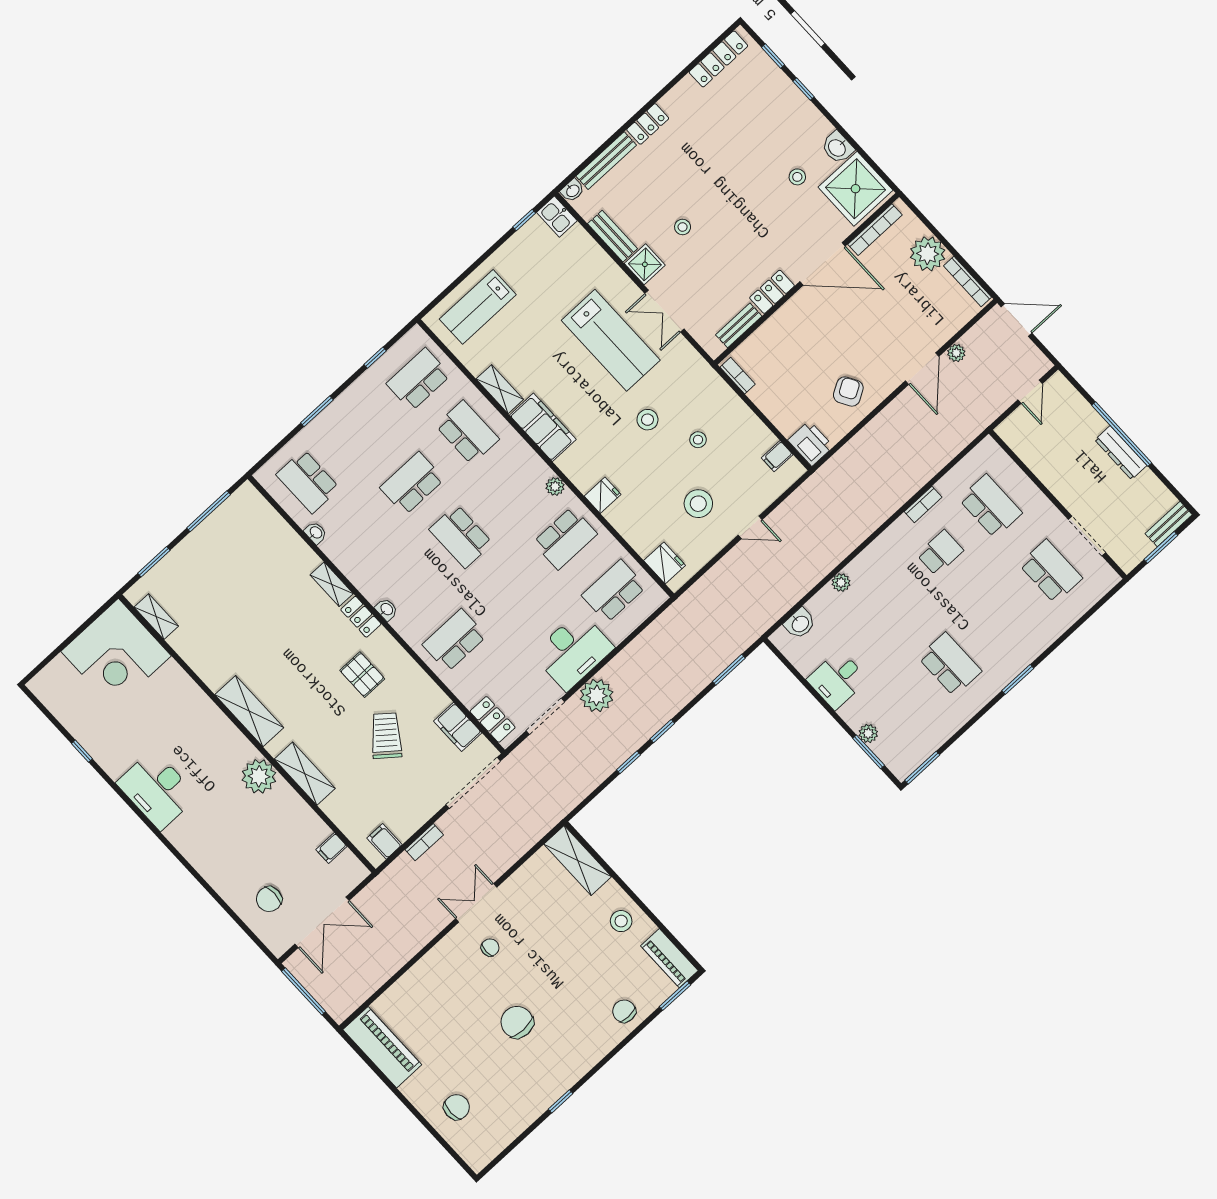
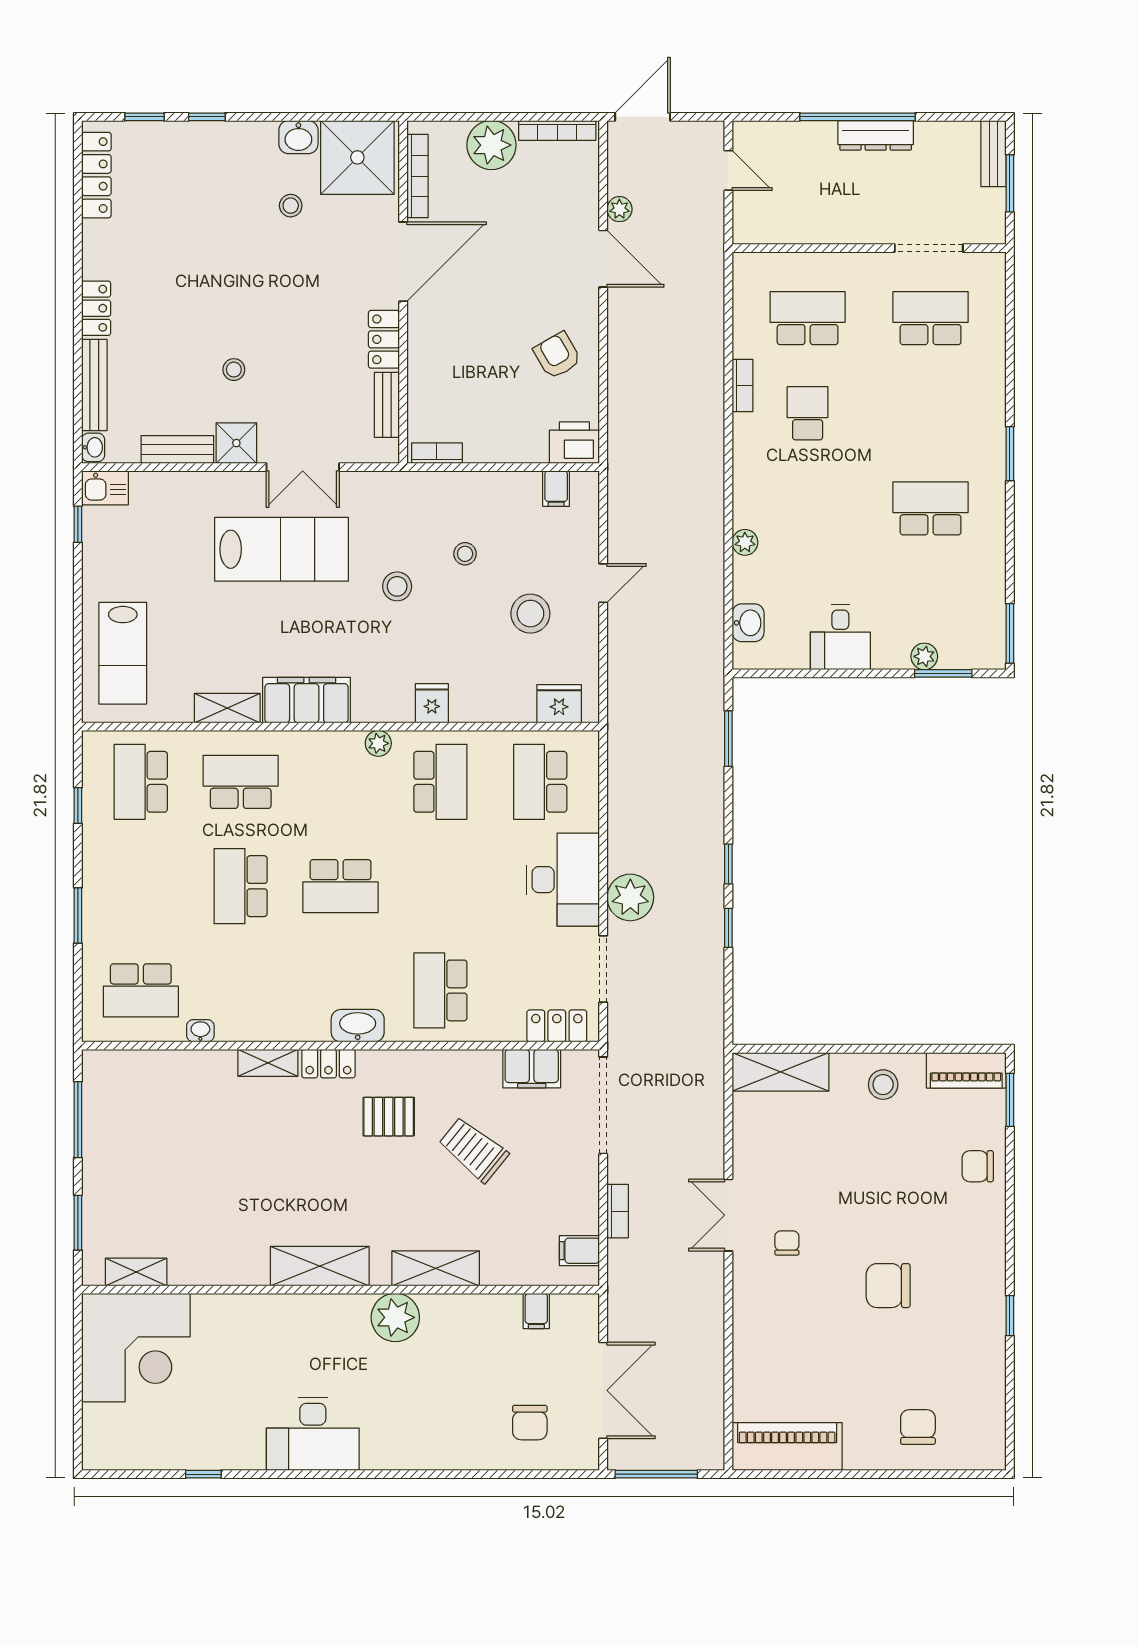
washbasin: (386, 609) -> (358, 1026), width x1.91, depth x1.45

